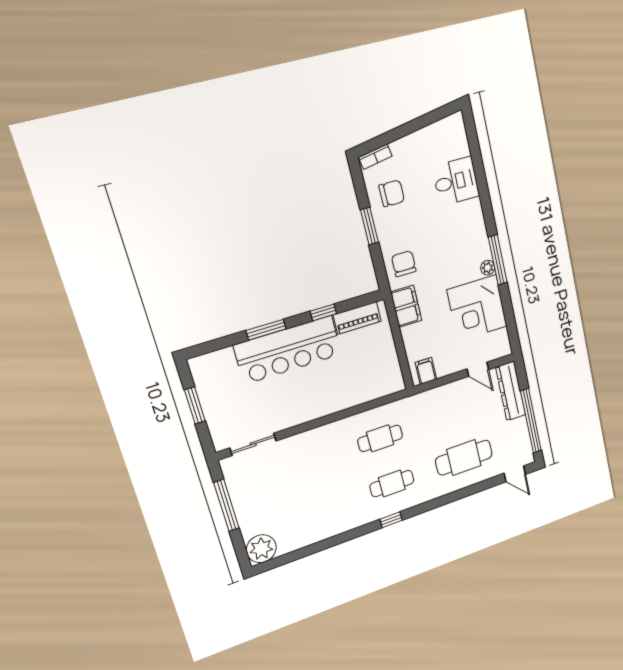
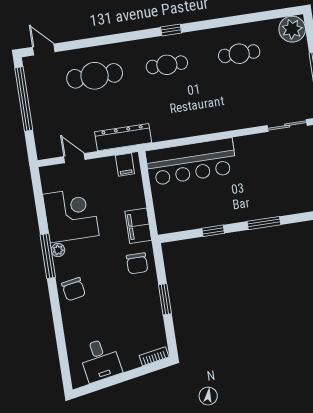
desk: (456, 181) -> (100, 360), moved, turned -100
chair: (392, 193) -> (74, 289), moved, turned -100
piano: (357, 318) -> (184, 222), removed
bar counter: (288, 350) -> (191, 162), moved, turned 180
dresser: (511, 391) -> (123, 137), moved, turned -90
cafe table: (380, 438) -> (239, 54), moved

